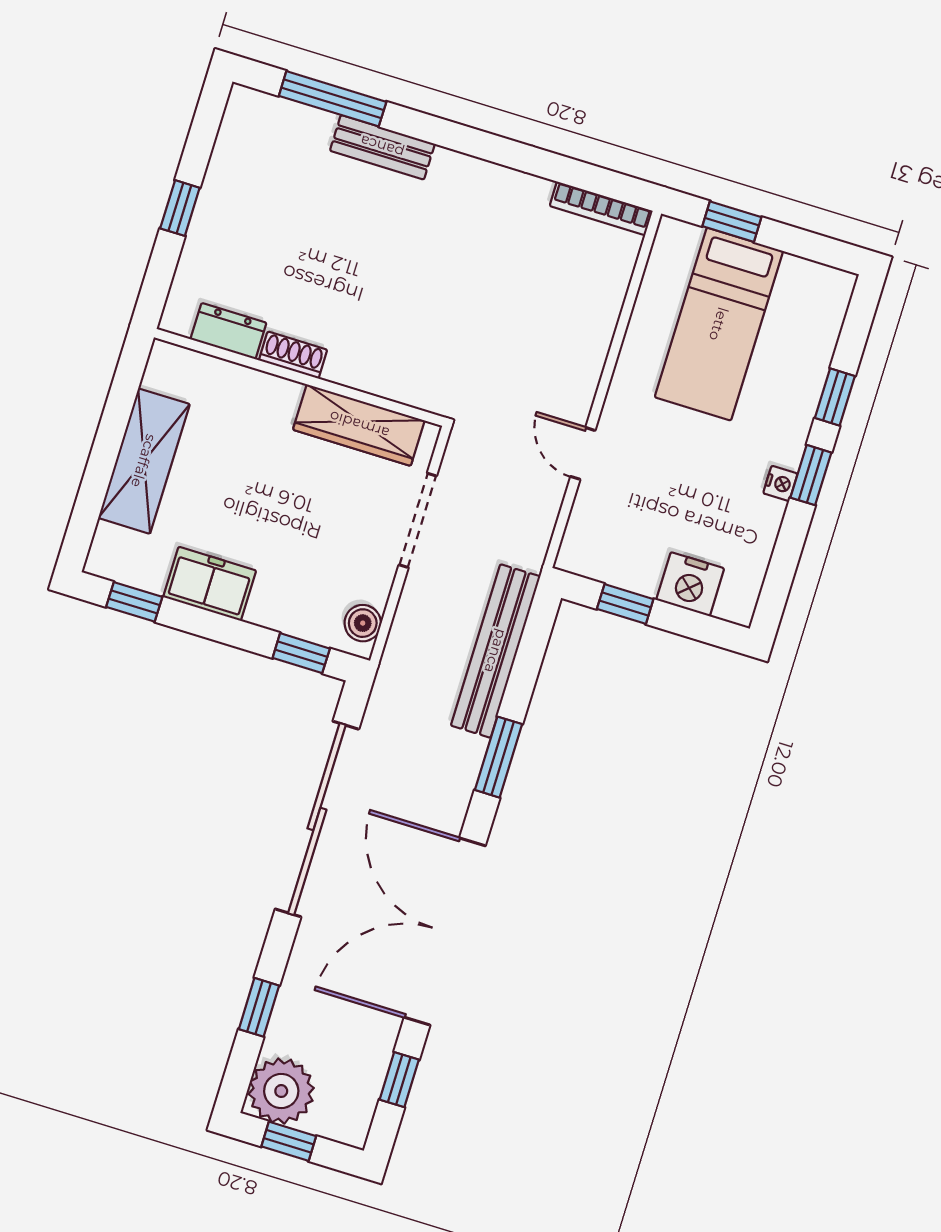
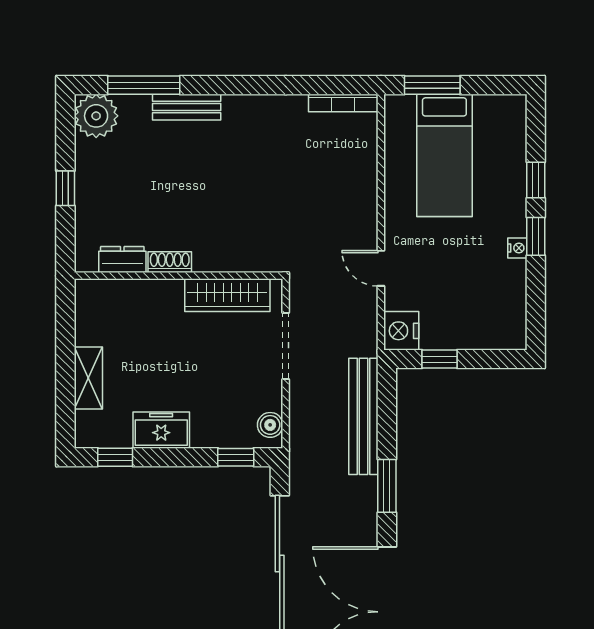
plant: (253, 121) -> (96, 116), added
window: (732, 222) -> (432, 85), width x1.50
shelving: (144, 461) -> (88, 378), width x0.67, depth x0.75
nightstand: (690, 584) -> (401, 331), moved, turned 90

